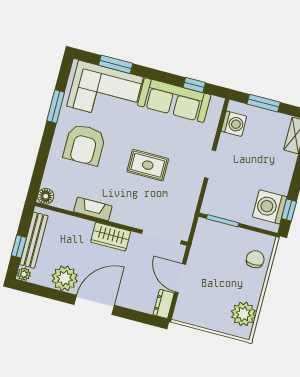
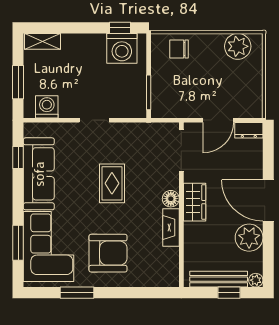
floor lamp: (46, 196) -> (171, 199), moved

